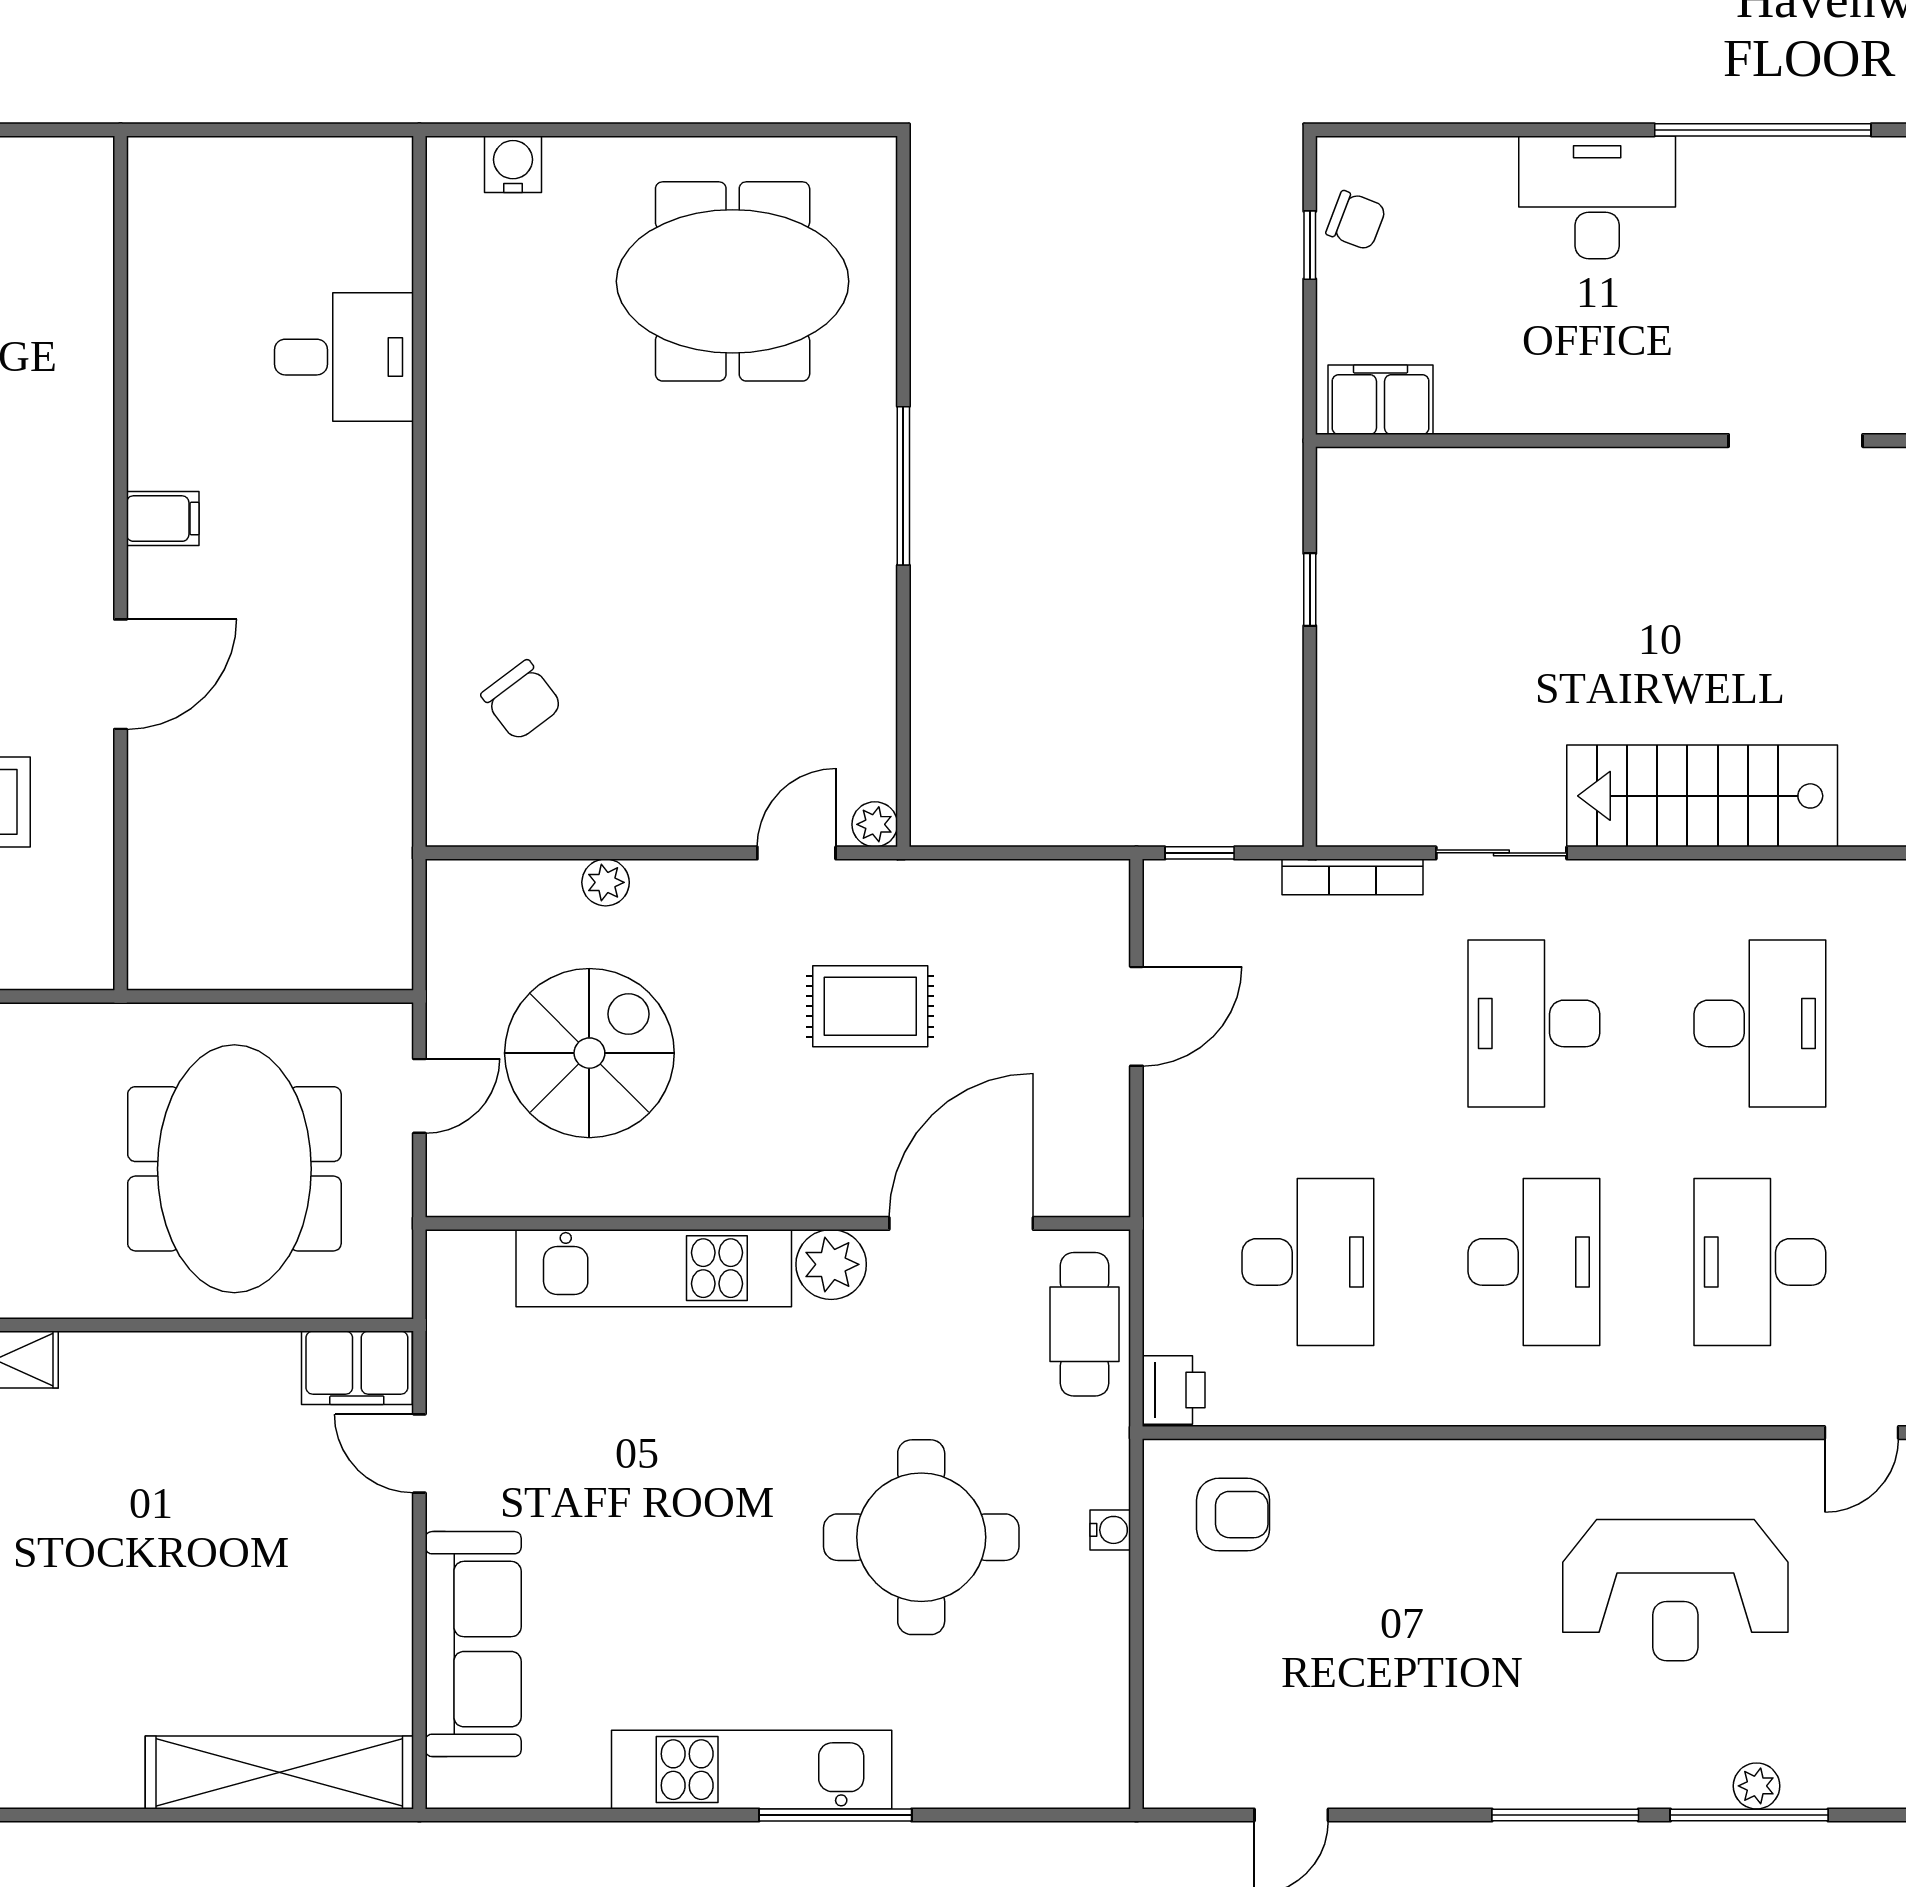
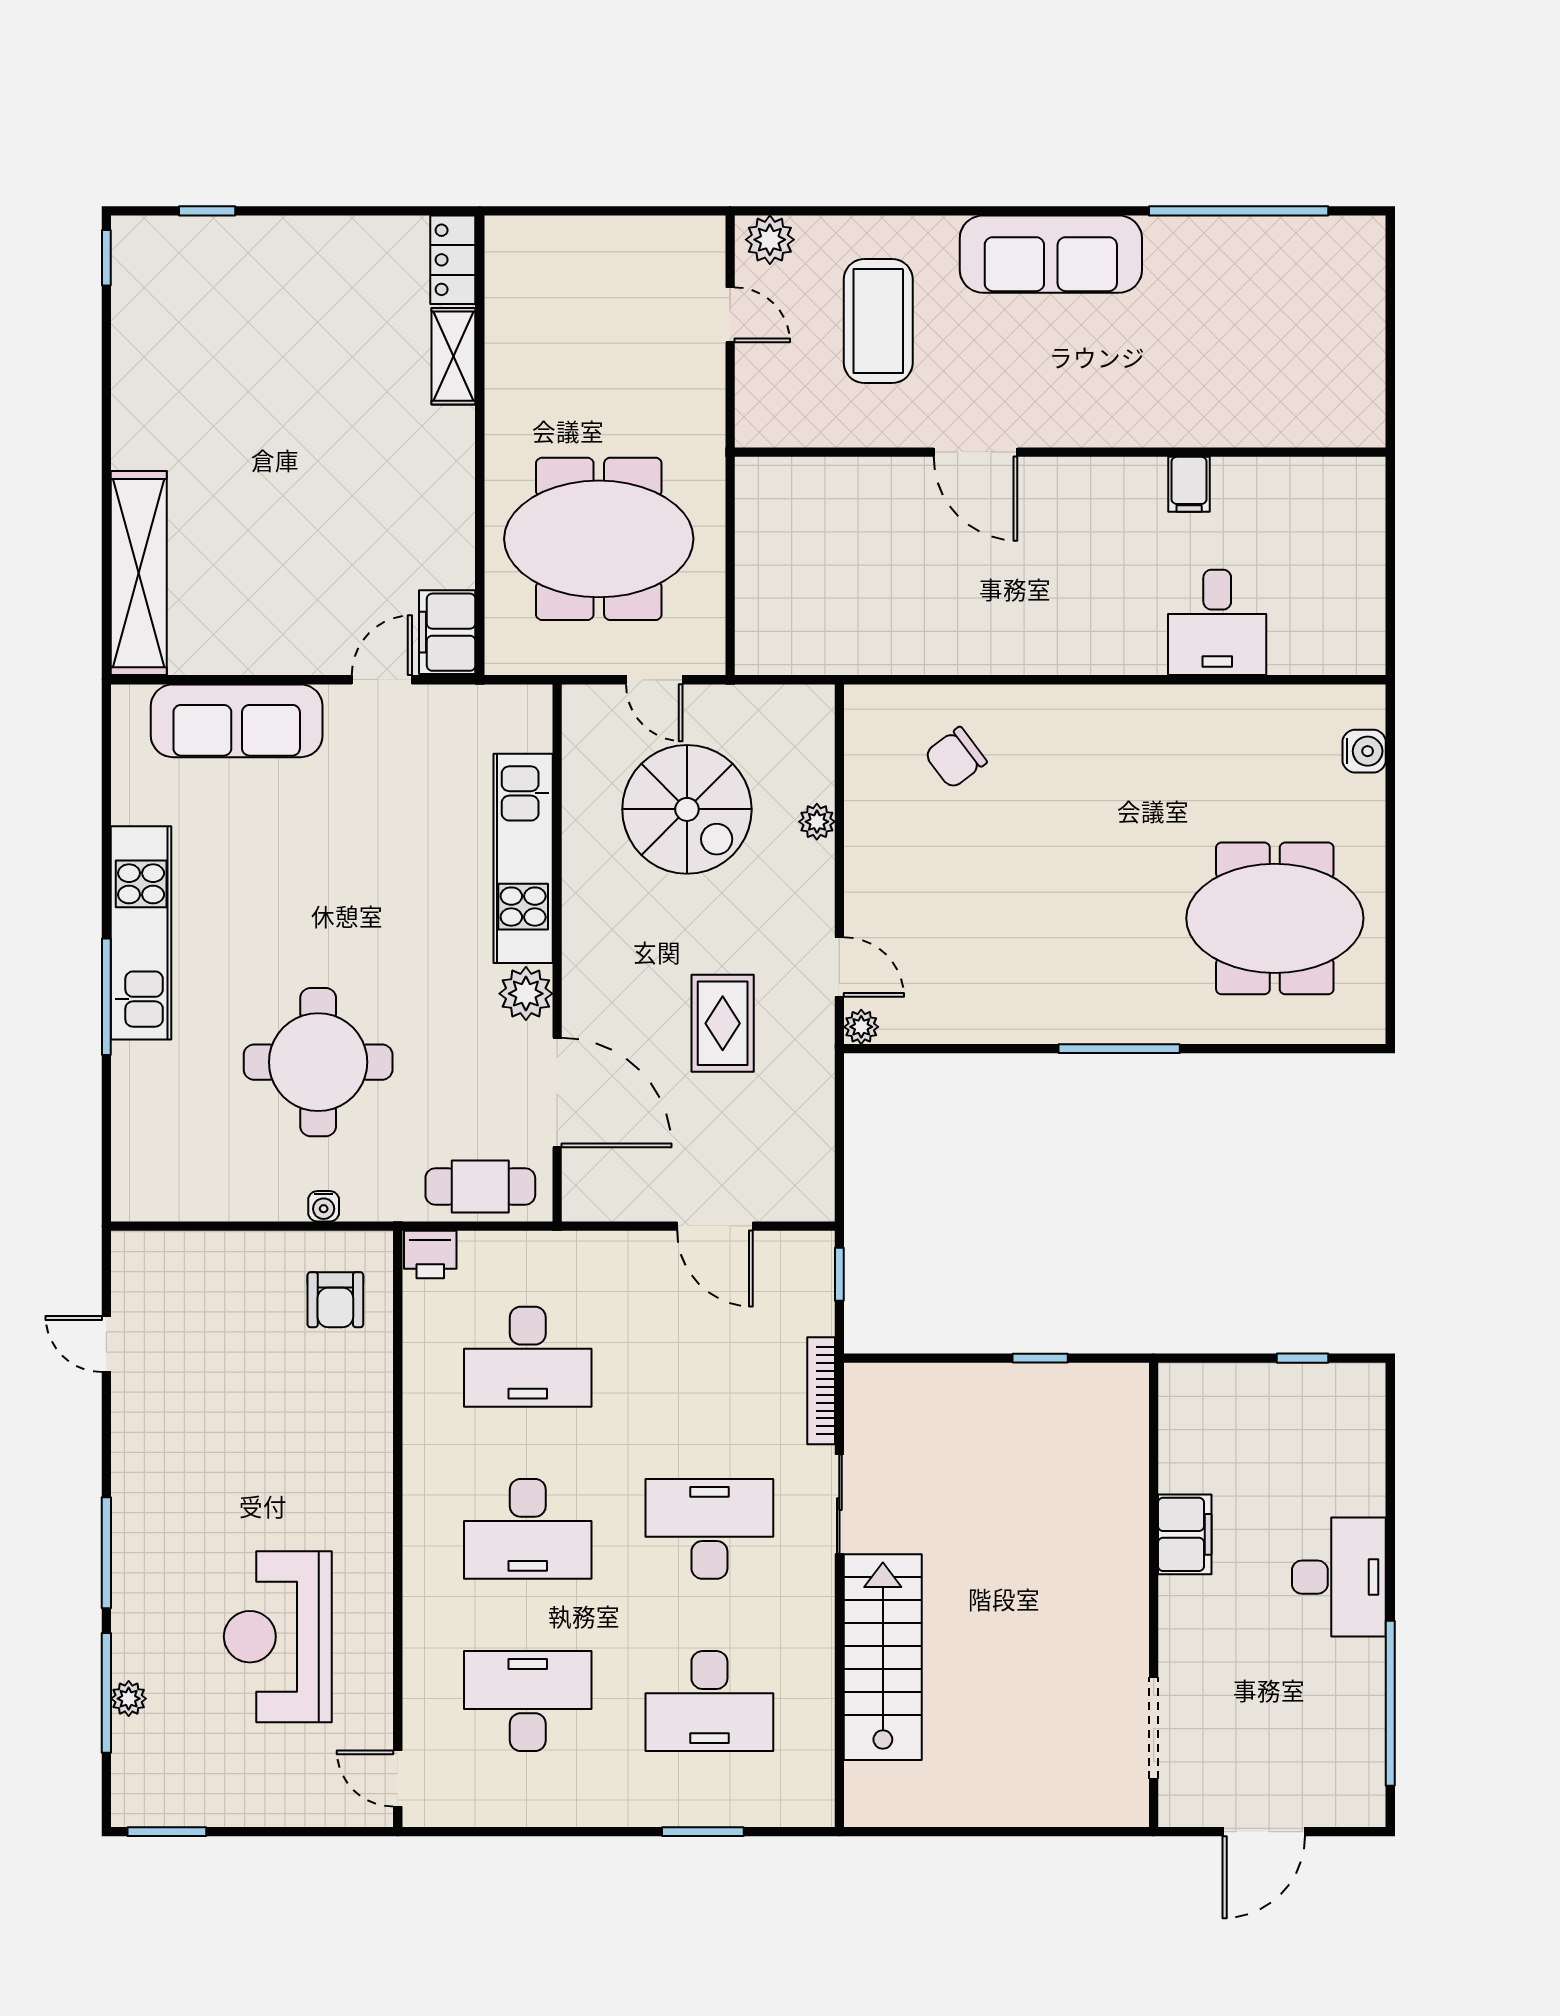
chair: (1356, 220) -> (1321, 1393), removed
meeting table: (733, 281) -> (1275, 918), turned 90
filing cabinet: (1381, 400) -> (1185, 1534), moved
filing cabinet: (163, 519) -> (1189, 484), moved

